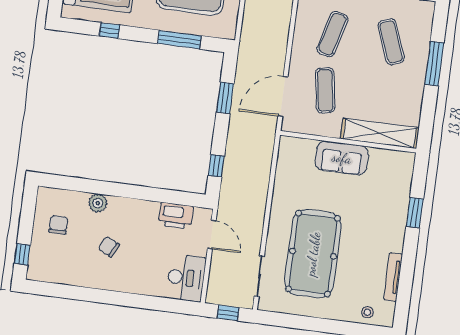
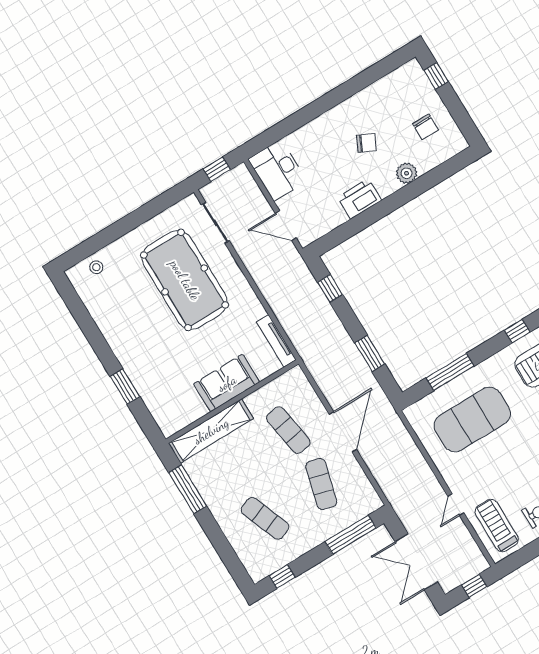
window: (434, 64) -> (188, 489), moved
door: (283, 96) -> (343, 432), moved
printer: (176, 216) -> (360, 199), moved
tv unit: (393, 277) -> (276, 341), moved, turned 180

